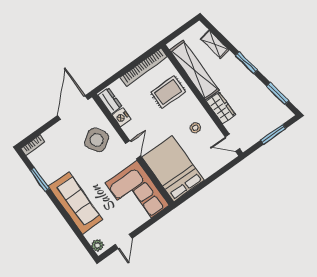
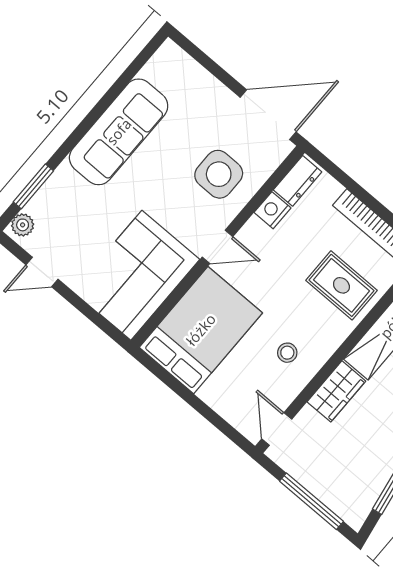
window: (273, 134) -> (311, 501), width x1.44
side table: (97, 140) -> (219, 174), turned 33
bookcase: (33, 145) -> (179, 58), removed
window: (40, 180) -> (33, 186), moved
sofa: (75, 203) -> (119, 132), moved

